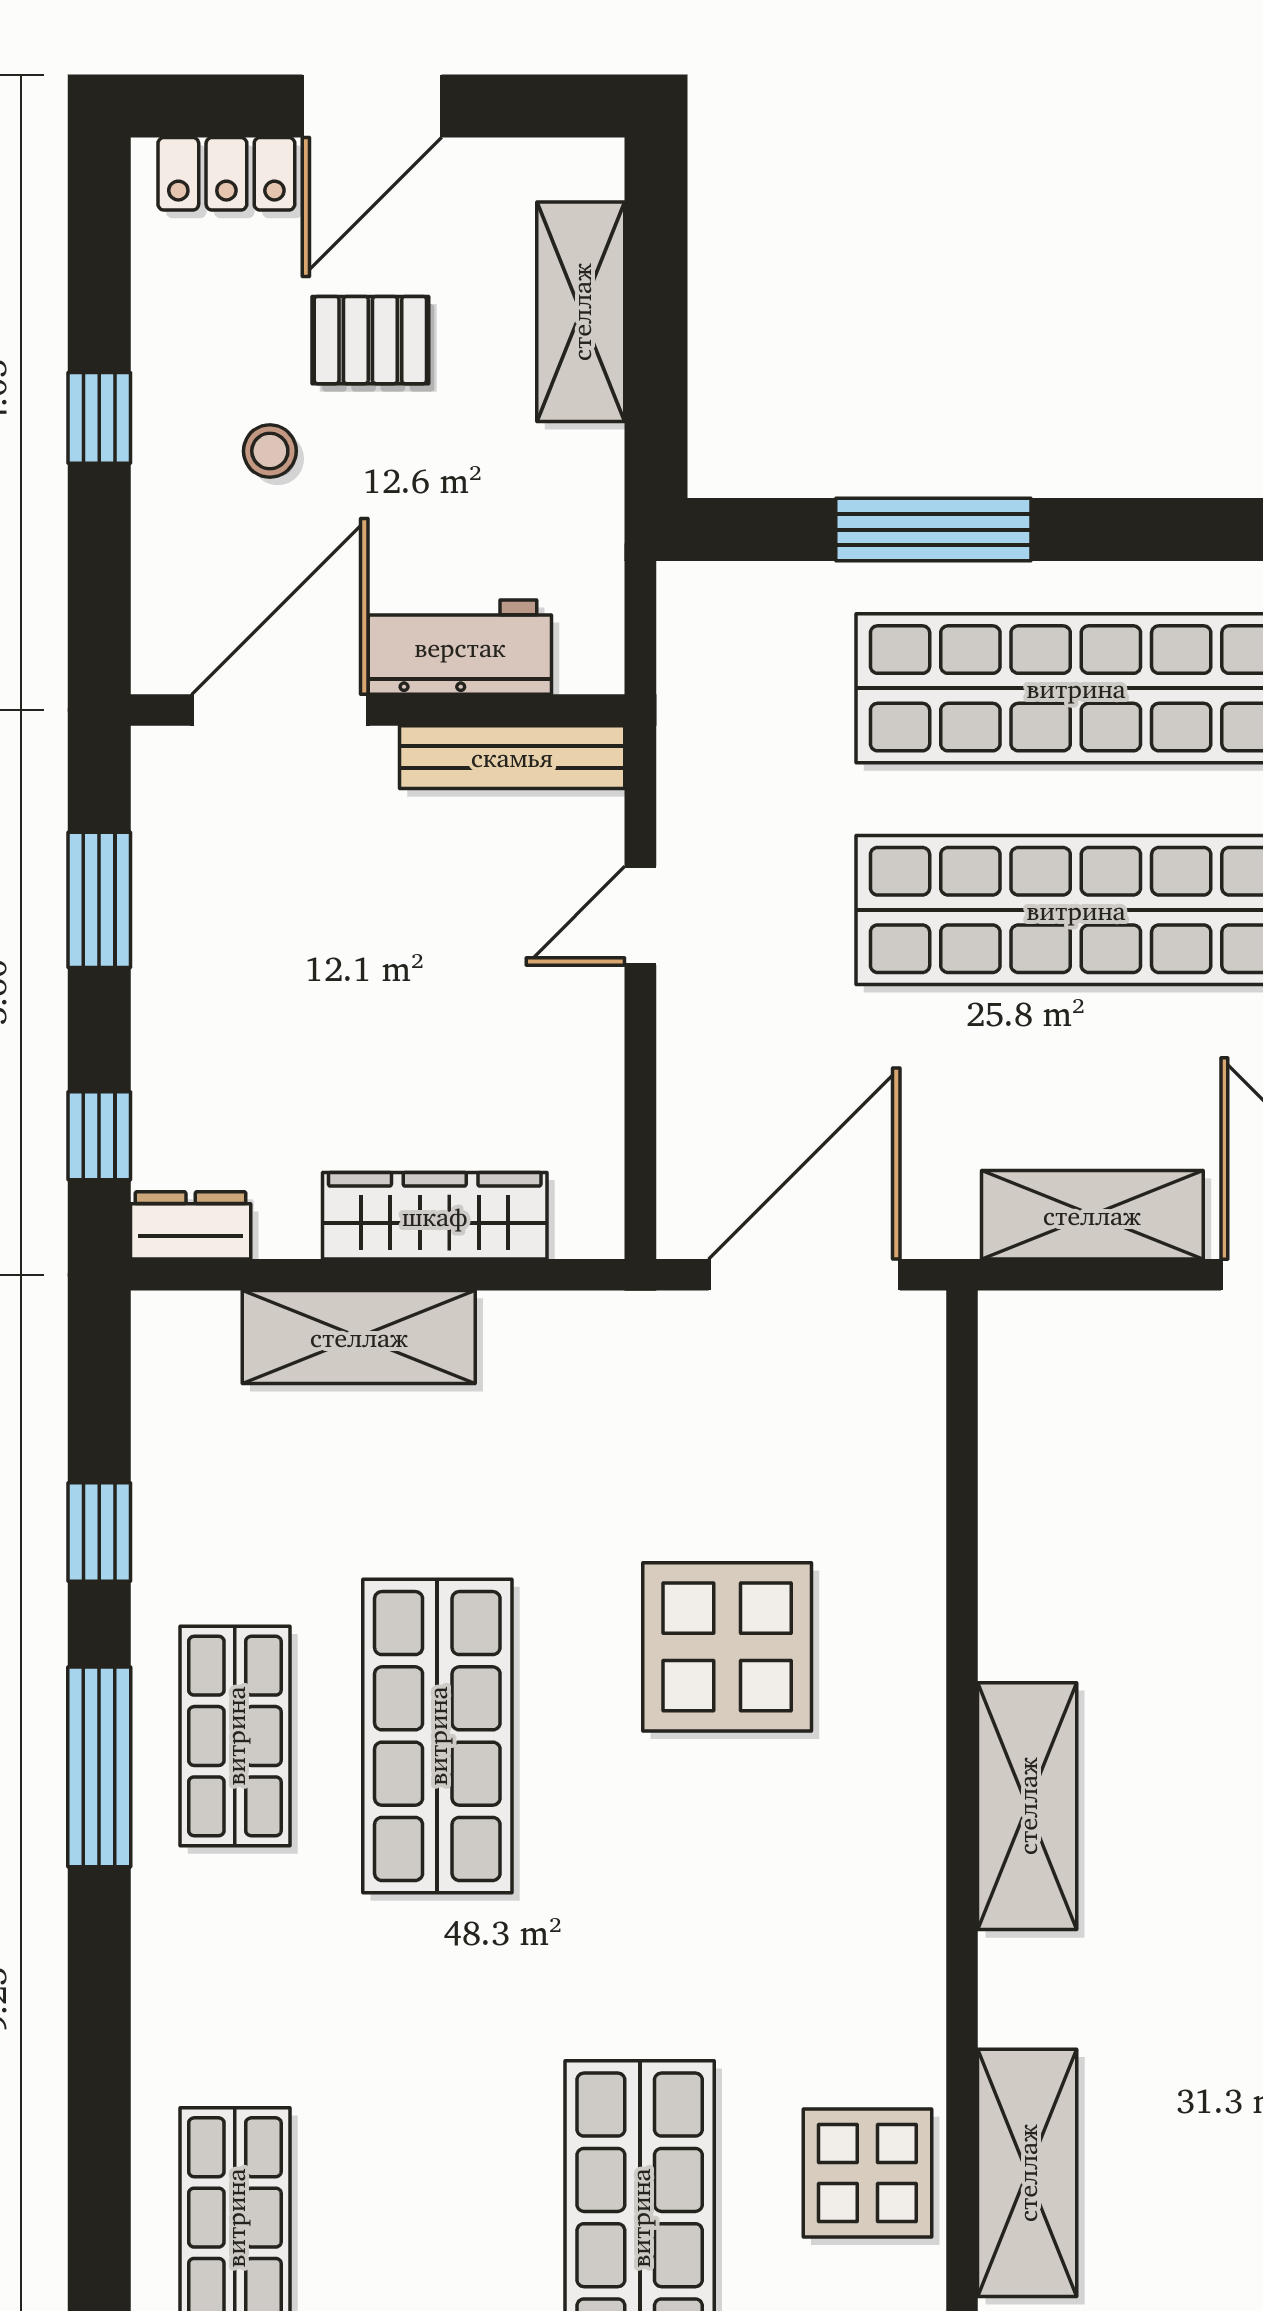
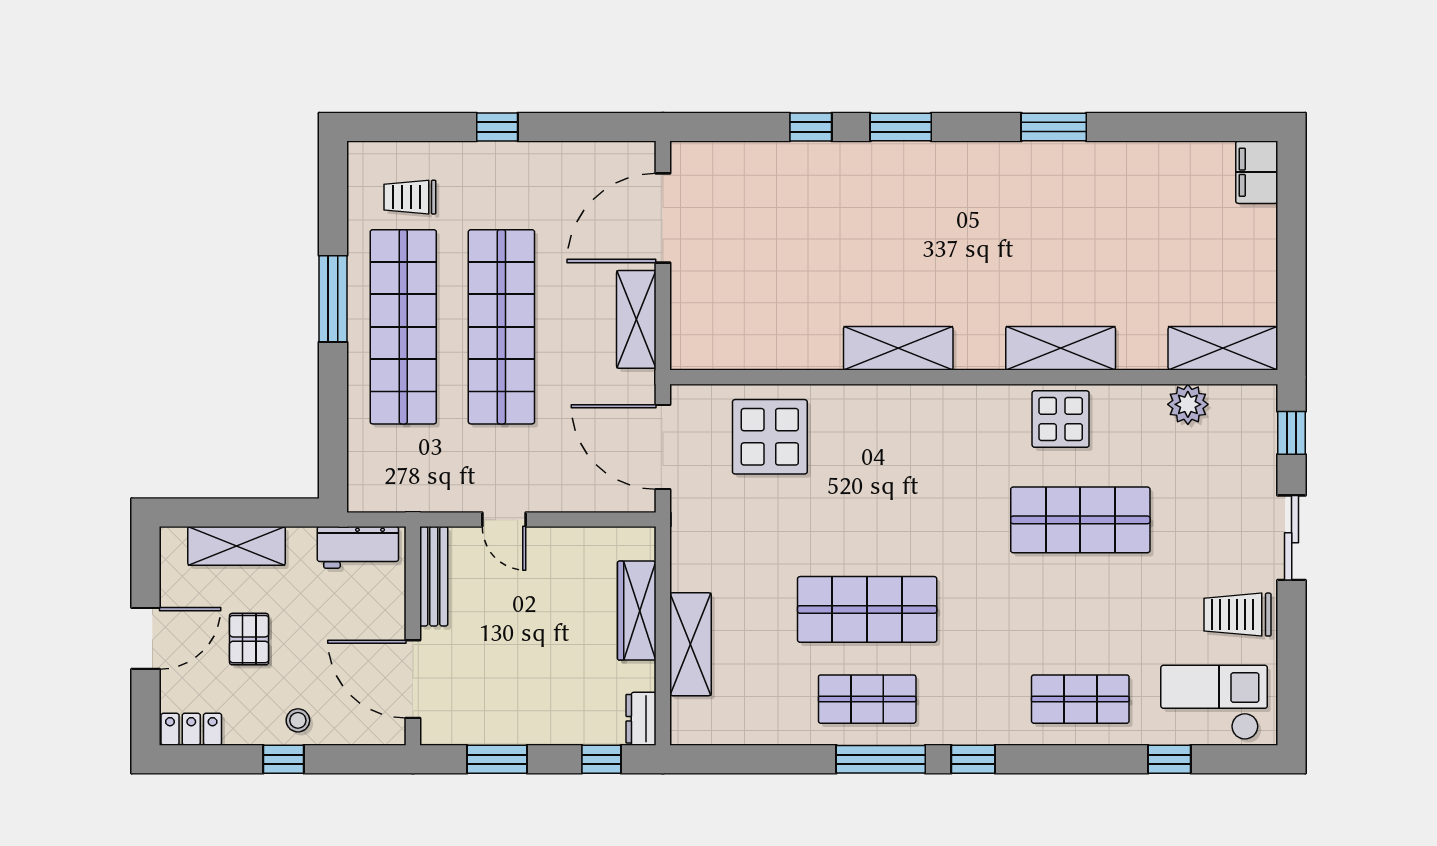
door: (372, 106) -> (145, 638), hinge flipped
locker: (226, 174) -> (191, 729), moved, turned -90
stool: (270, 451) -> (298, 720), moved
window: (933, 530) -> (333, 299), moved
workbench: (460, 647) -> (358, 547), moved, turned -90
window: (99, 1532) -> (973, 759), moved
display table: (727, 1647) -> (770, 437), moved

